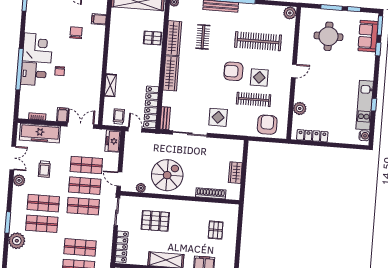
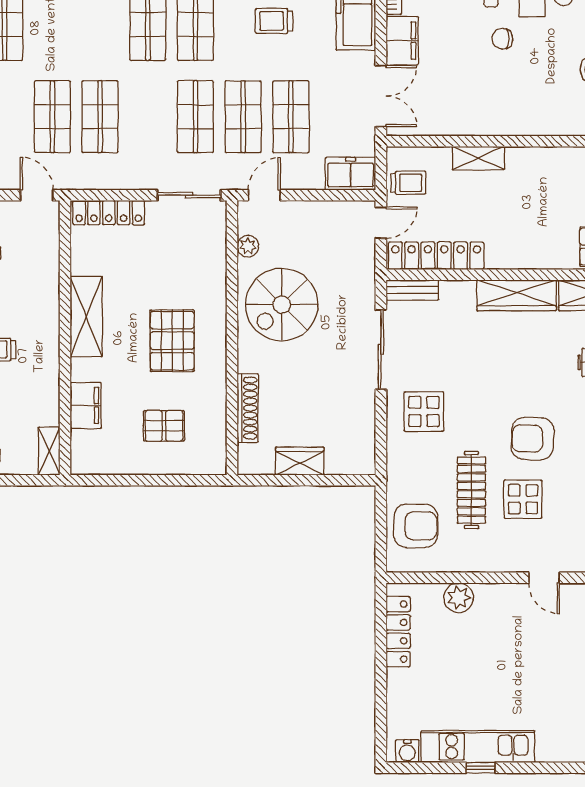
armchair: (233, 71) -> (533, 439), turned -88
filing cabinet: (62, 115) -> (402, 41), width x2.00
spiral stairs: (167, 175) -> (282, 305), turned 90
pallet: (155, 221) -> (172, 341), moved

